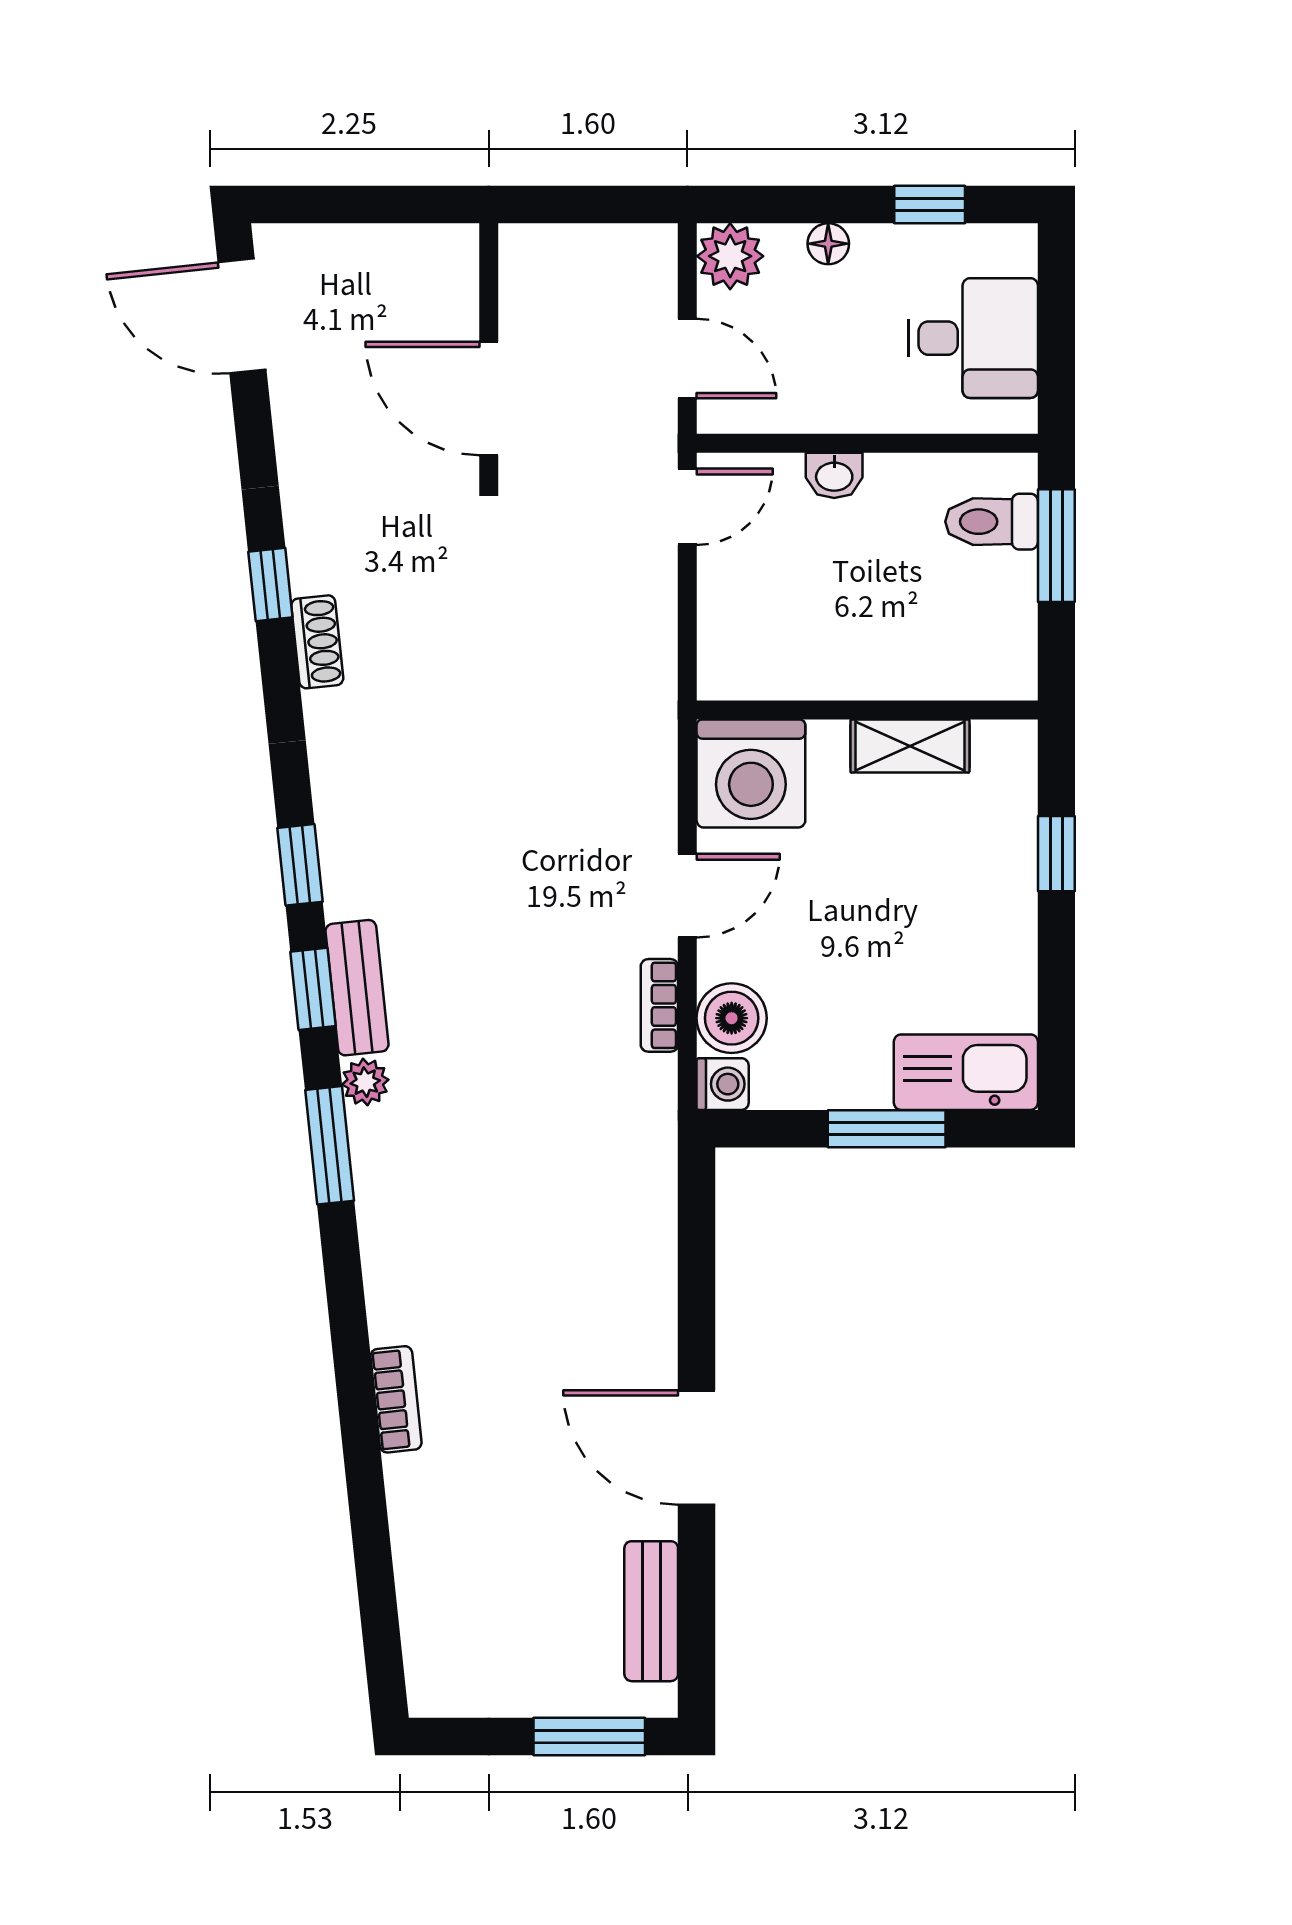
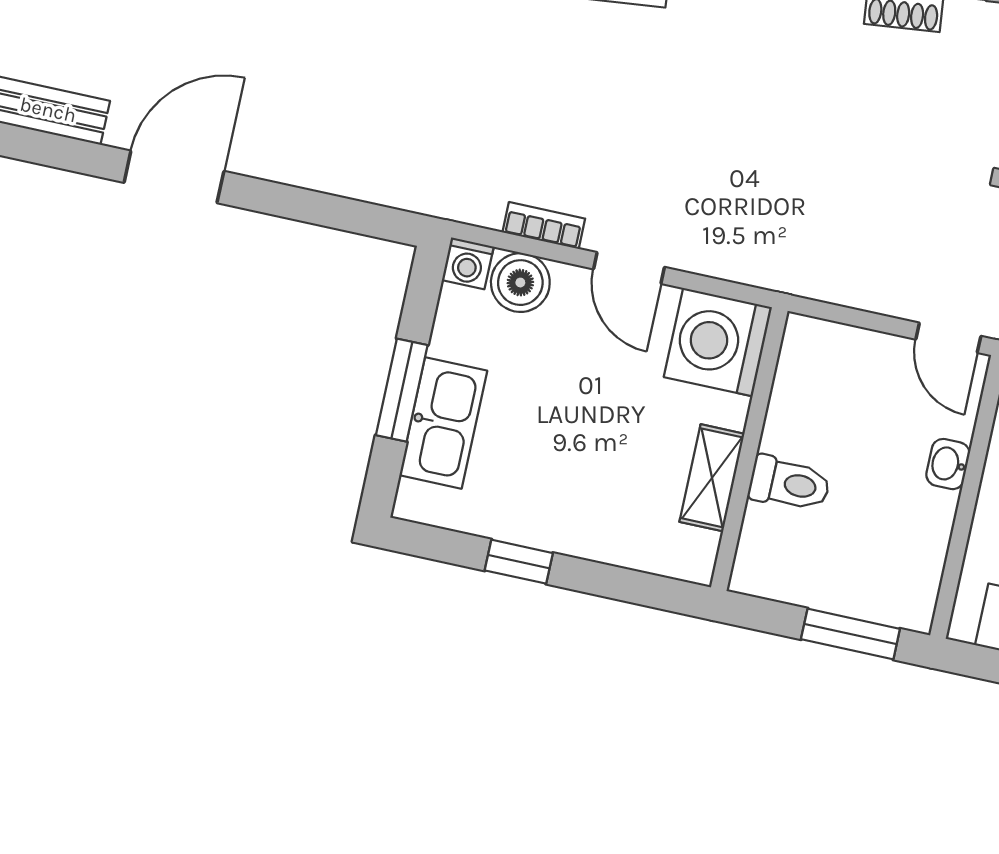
toilet: (992, 522) -> (789, 484), moved, turned 90
window: (1056, 854) -> (519, 562), moved
kitchen sink: (966, 1072) -> (443, 423), moved

